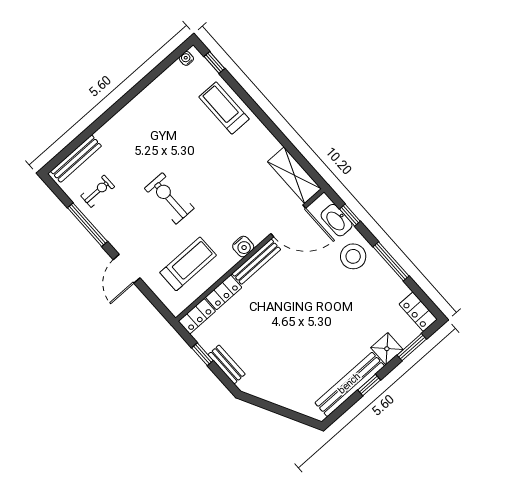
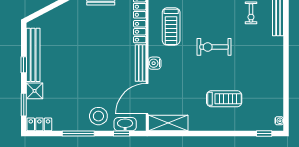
treadmill: (224, 108) -> (224, 99), moved
exercise bike: (169, 198) -> (214, 47), turned 180

